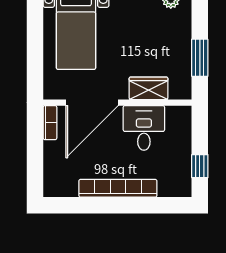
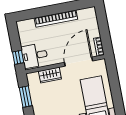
desk: (144, 128) -> (35, 56), moved, turned 90
window: (200, 166) -> (18, 57), moved

